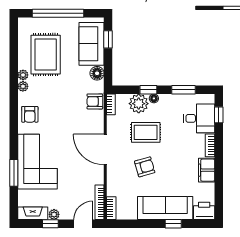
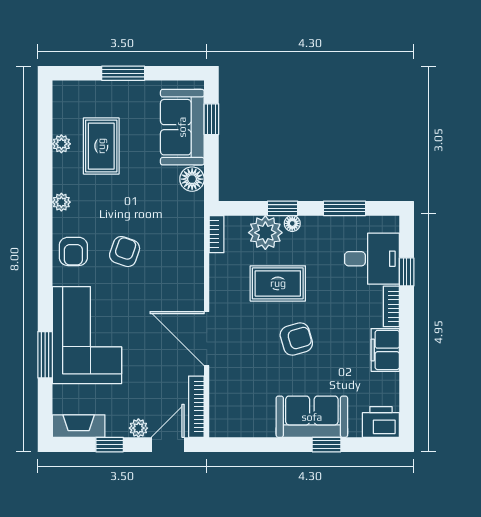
window: (58, 13) -> (123, 73), width x0.47
rug: (46, 55) -> (101, 146), width x0.73, depth x0.70
plant: (23, 75) -> (61, 144), moved
armchair: (95, 101) -> (125, 252), moved, turned 109
window: (219, 115) -> (407, 272), moved
door: (105, 150) -> (207, 339), moved
armchair: (145, 167) -> (296, 339), moved
bookcase: (111, 208) -> (217, 417), removed
sofa: (165, 208) -> (312, 417), width x0.73
plant: (54, 214) -> (138, 428), moved

